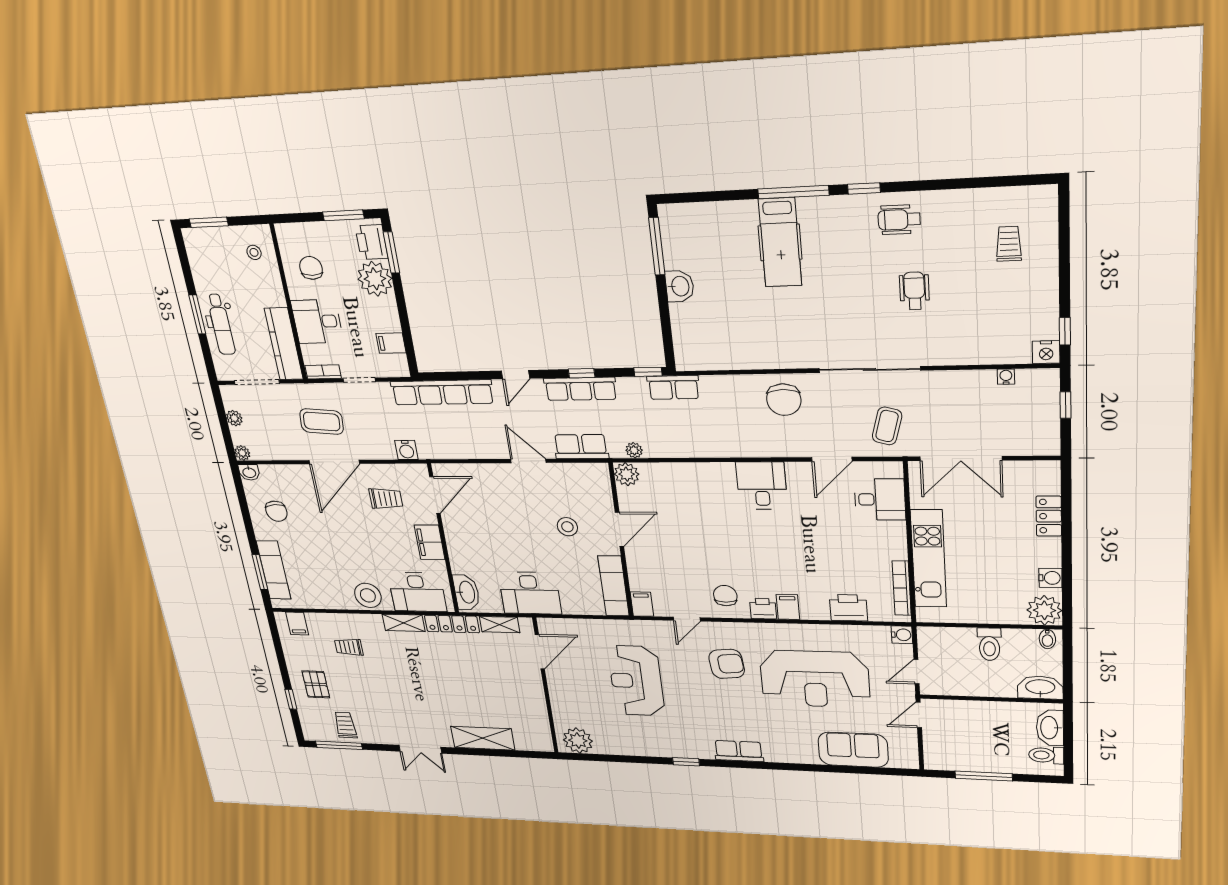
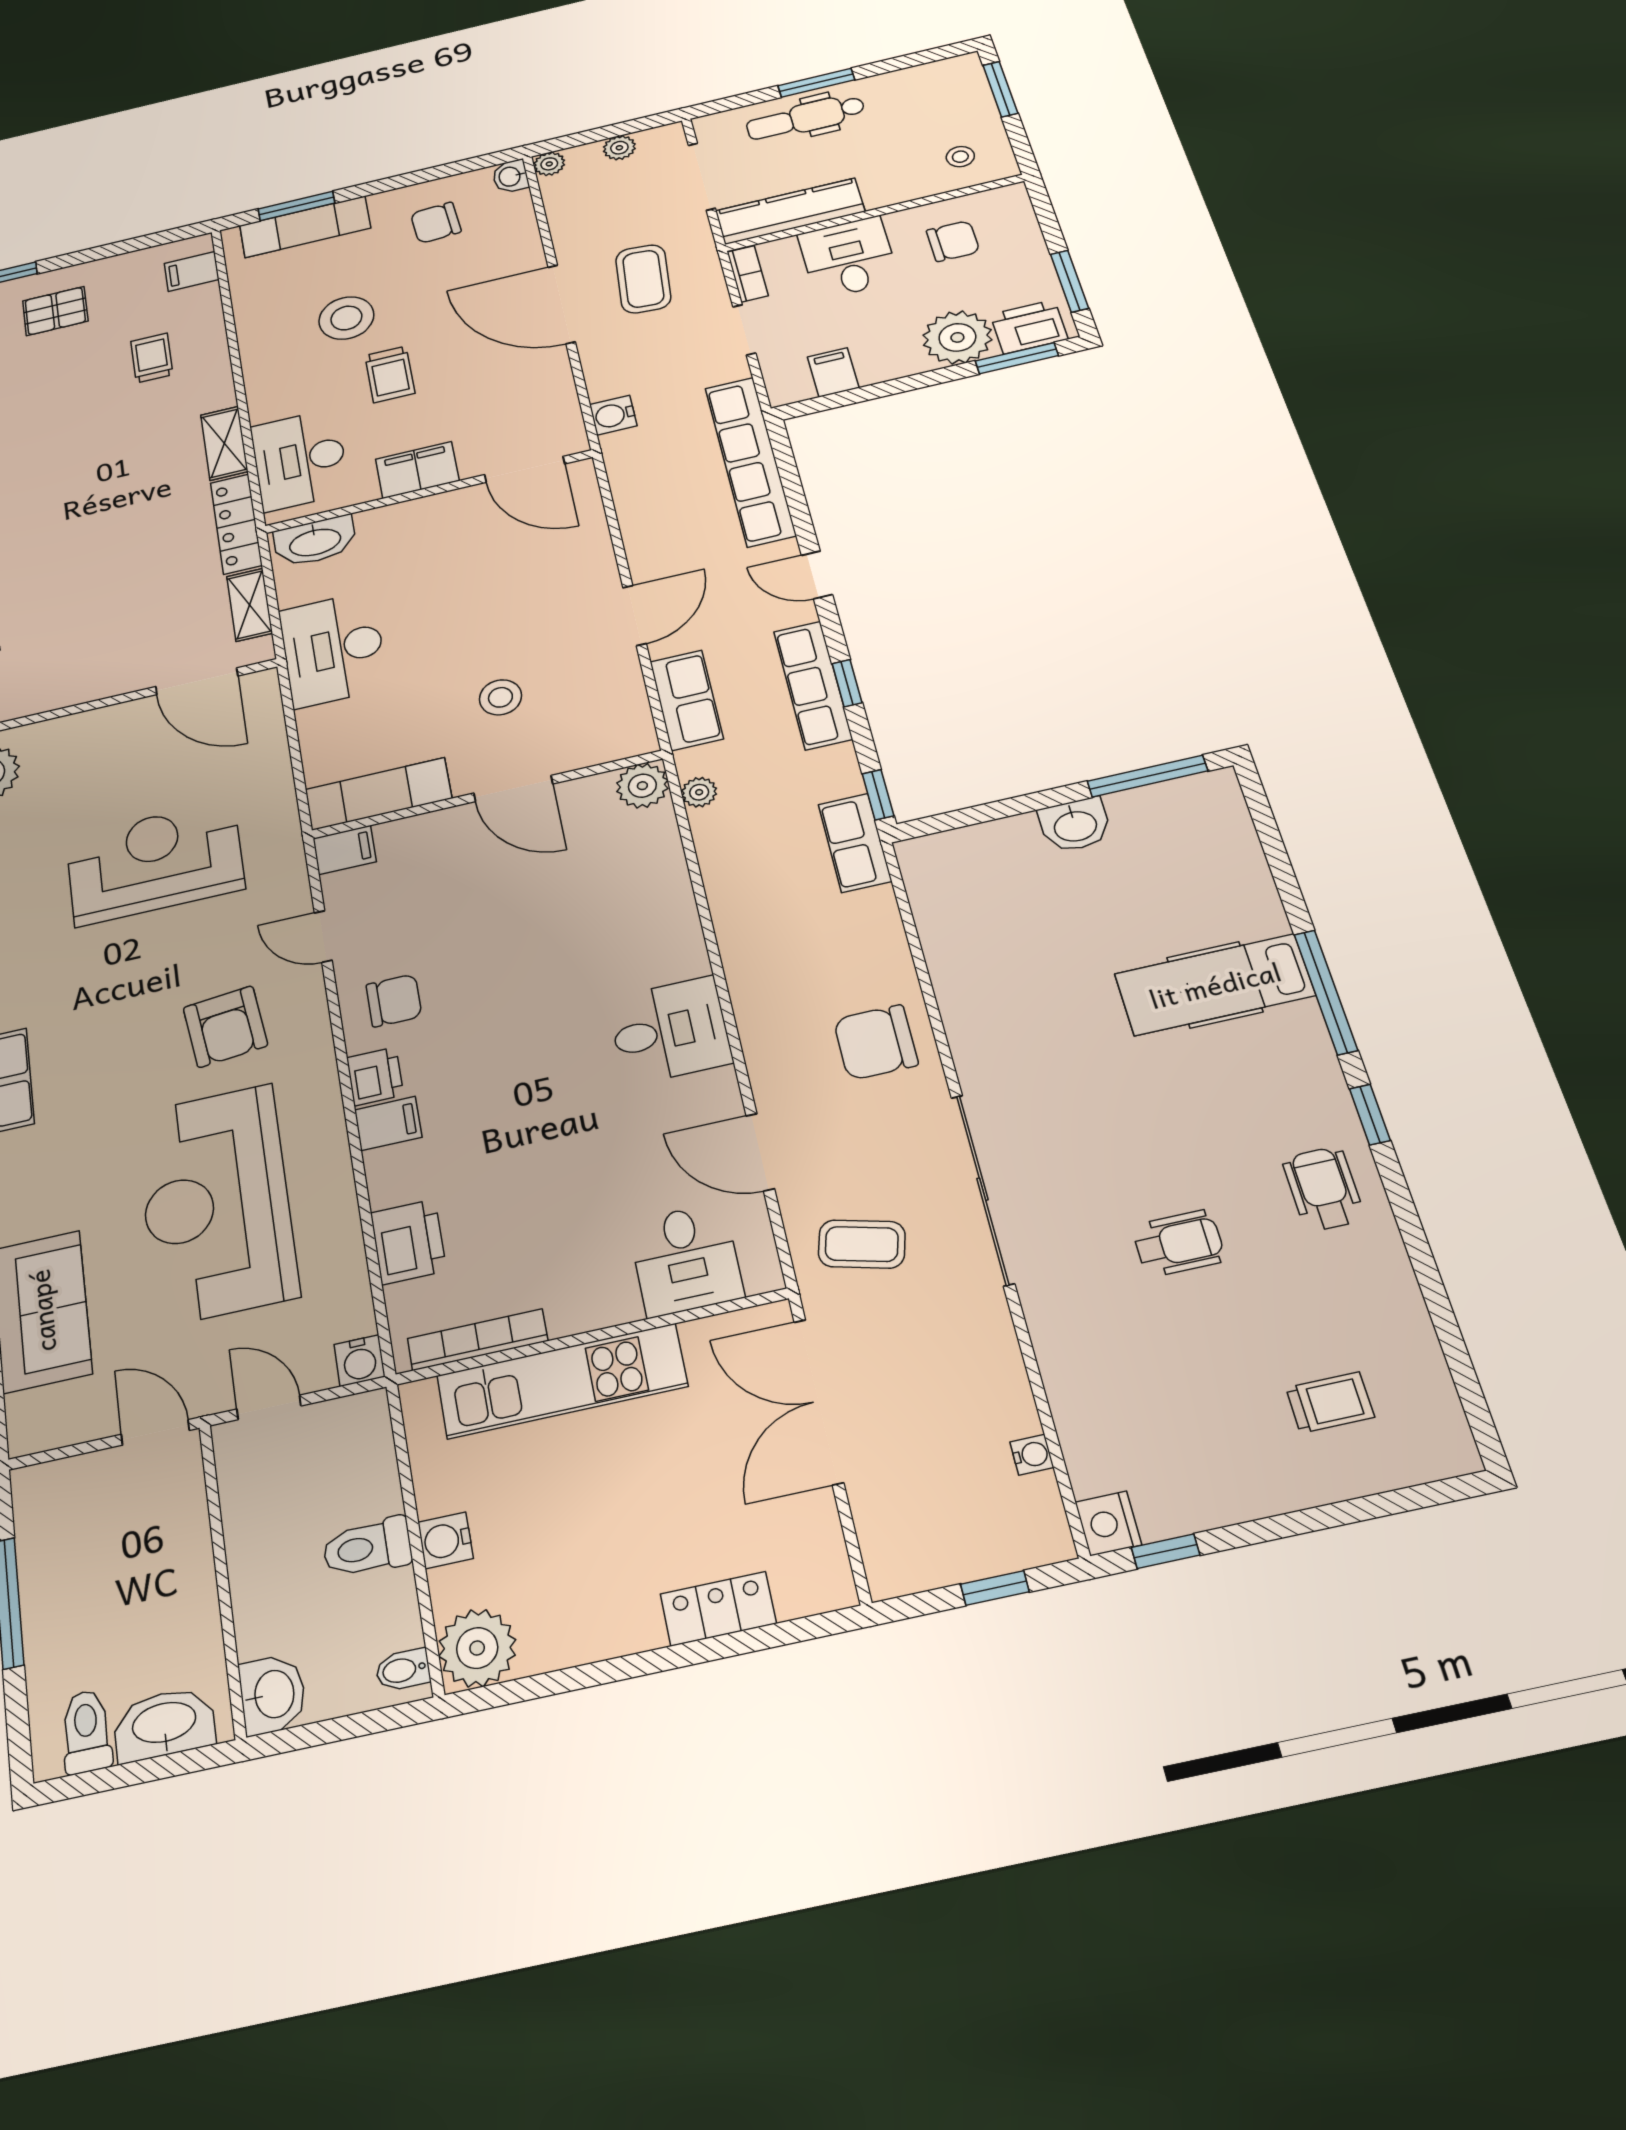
trolley: (386, 499) -> (390, 374), moved
water cooler: (1050, 578) -> (446, 1540), moved, turned 90
stool: (368, 595) -> (346, 318), moved
washbasin: (1040, 687) -> (273, 1694), width x0.72

